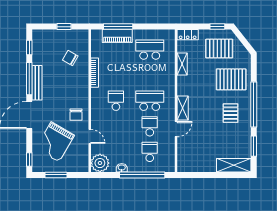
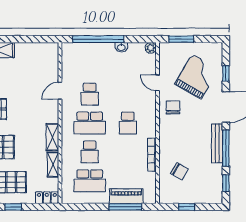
shelving: (183, 108) -> (52, 137), moved
school desk: (150, 152) -> (90, 152), moved
window: (29, 160) -> (226, 73), moved
plant: (100, 163) -> (151, 48), width x0.53, depth x0.53
window: (56, 175) -> (181, 39), moved

